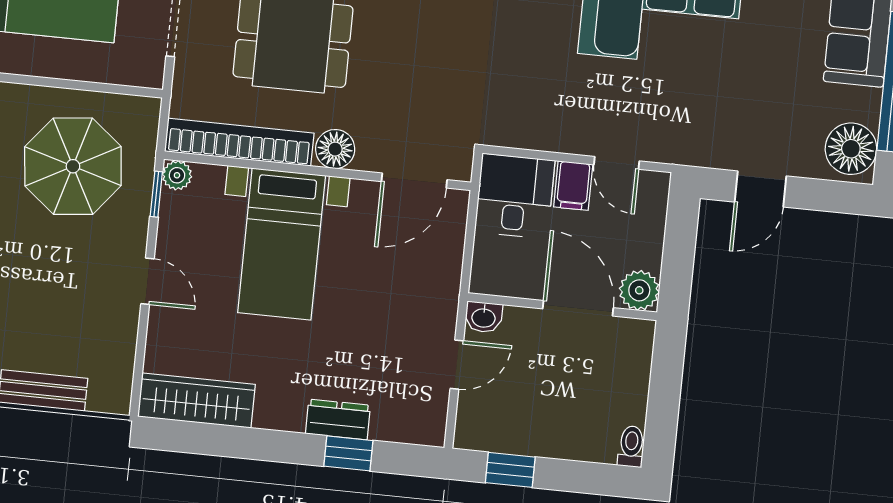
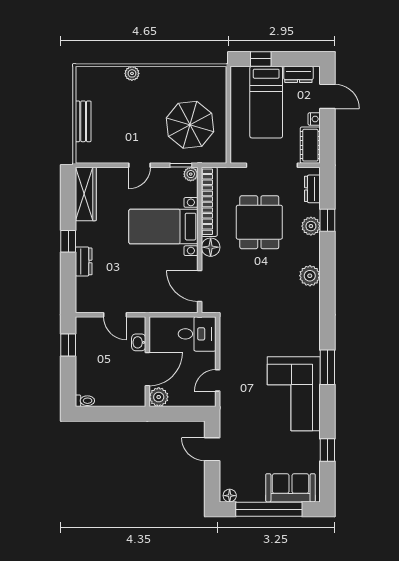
floor lamp: (851, 149) -> (230, 496), width x0.53, depth x0.53
filing cabinet: (573, 186) -> (205, 361), removed
washbasin: (484, 317) -> (139, 342), moved
window: (348, 453) -> (68, 241), moved

